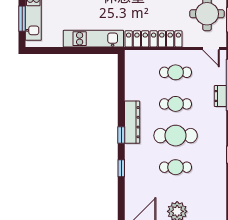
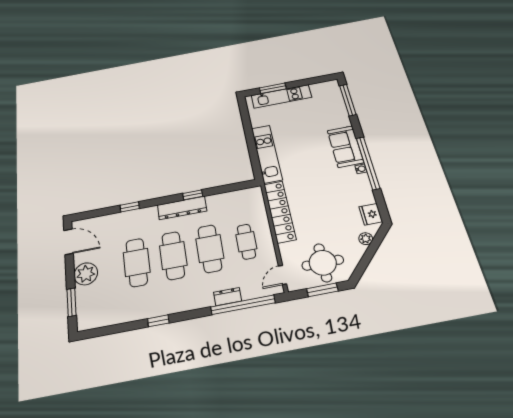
cafe table: (176, 104) -> (210, 249), width x1.37, depth x1.35
window: (121, 135) -> (193, 195), moved
cafe table: (176, 167) -> (137, 262), width x1.37, depth x1.35

